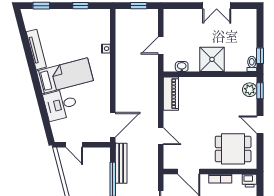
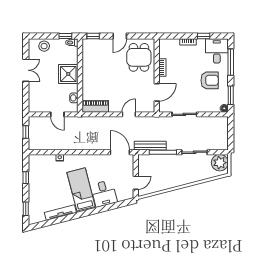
stool: (247, 29) -> (44, 46), added
plant: (250, 90) -> (92, 44), removed
printer: (250, 181) -> (164, 44), removed

